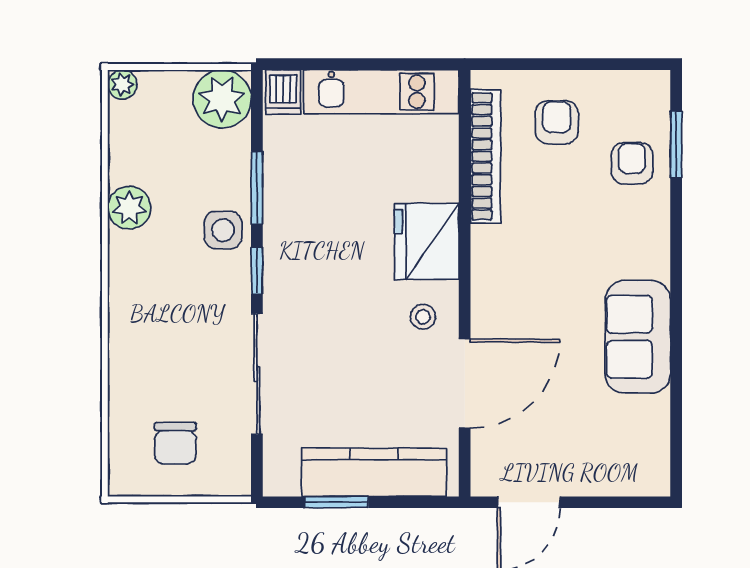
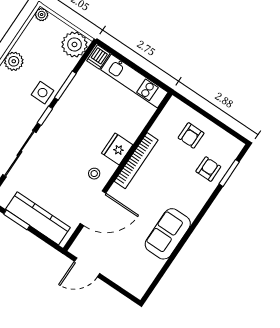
armchair: (557, 122) -> (191, 135), turned 180
bookcase: (485, 156) -> (136, 161), moved
fridge: (427, 241) -> (117, 149), width x0.73, depth x0.75

